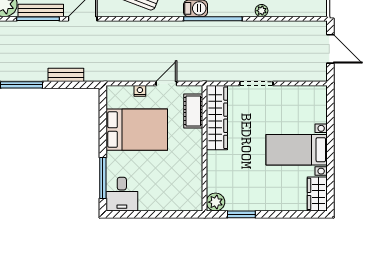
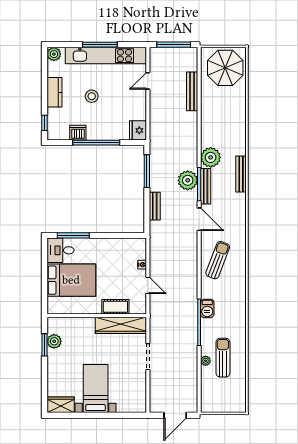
plant: (33, 33) -> (188, 180), added
cot: (193, 111) -> (115, 307), moved
bed: (137, 130) -> (71, 280), moved, turned -90
plant: (216, 202) -> (54, 341), moved

